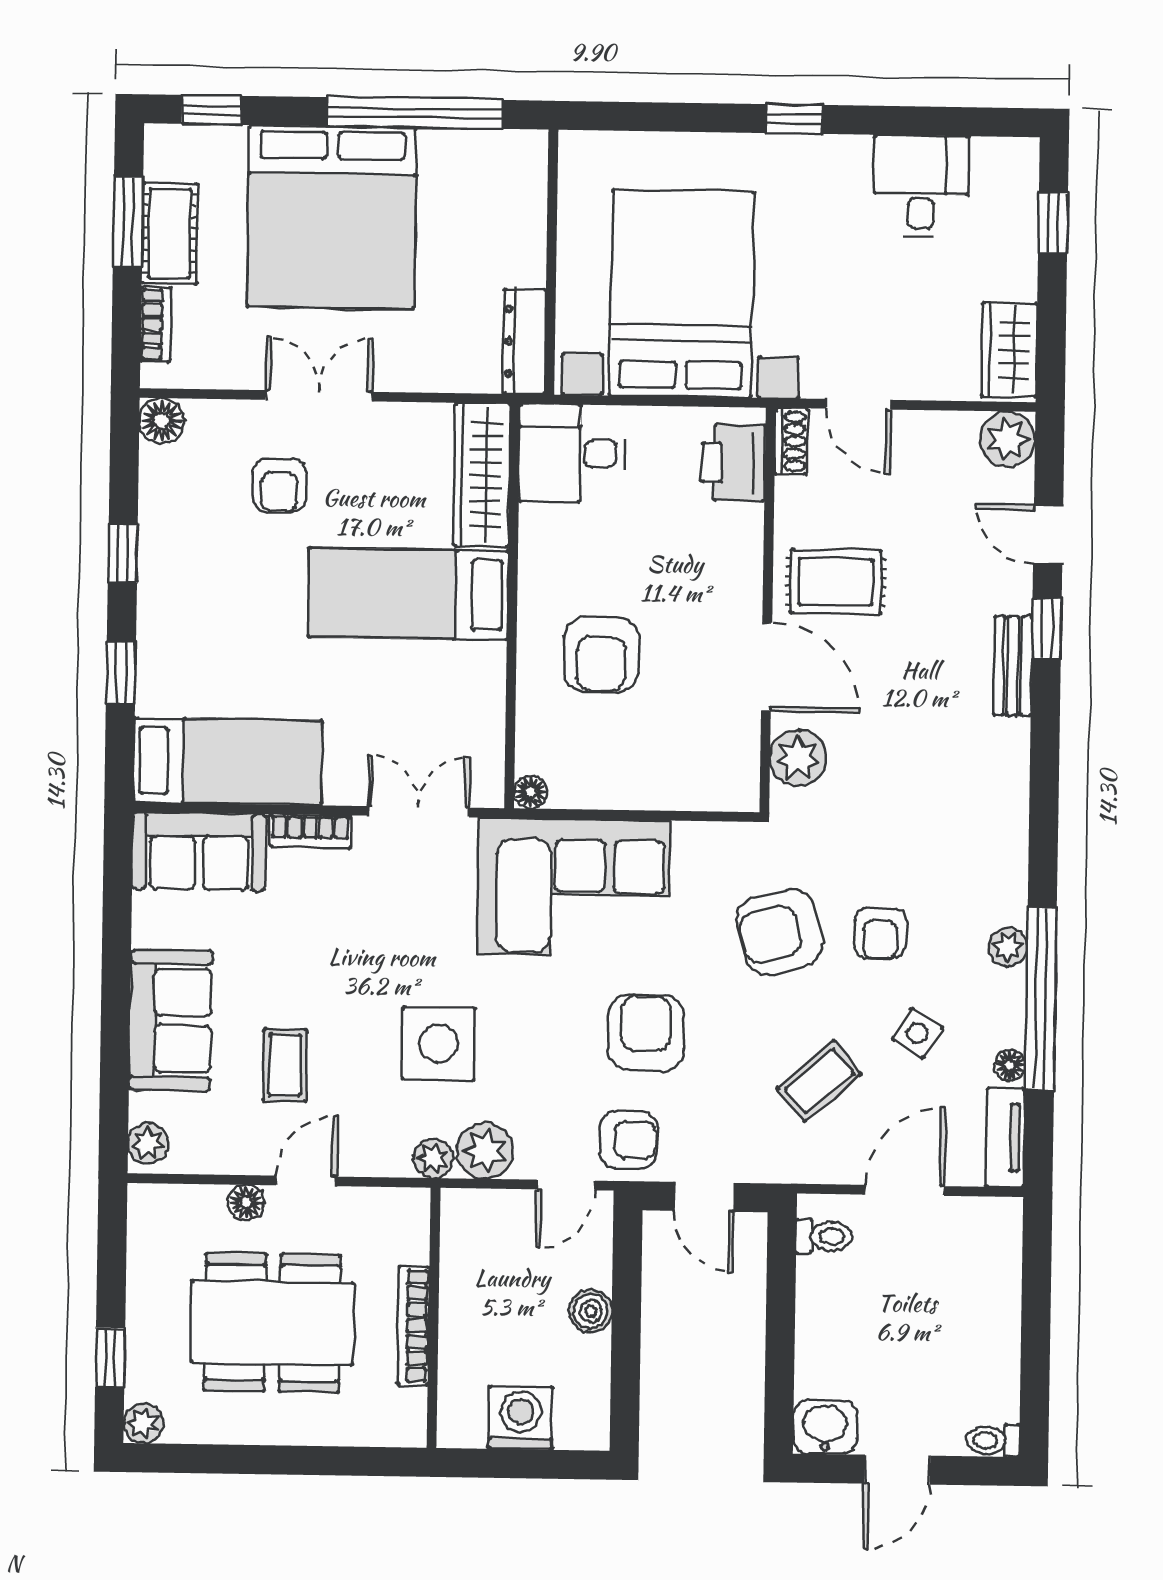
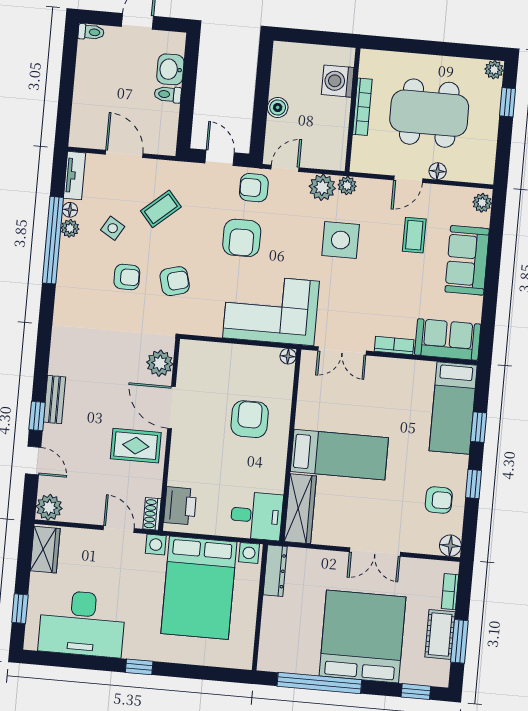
desk: (921, 186) -> (82, 623), width x1.87, depth x1.30
armchair: (279, 485) -> (439, 500), moved, turned 90
bed: (228, 762) -> (453, 408), moved, turned -90
armchair: (779, 932) -> (175, 281), width x0.72, depth x0.72
armchair: (880, 933) -> (127, 277), turned 90
plant: (1008, 947) -> (70, 228), moved
door: (905, 1190) -> (124, 154), swing flipped
toilet: (824, 1236) -> (168, 94), moved
washing machine: (521, 1418) -> (338, 81), moved, turned 90
washbasin: (825, 1427) -> (170, 69), moved, turned 90

